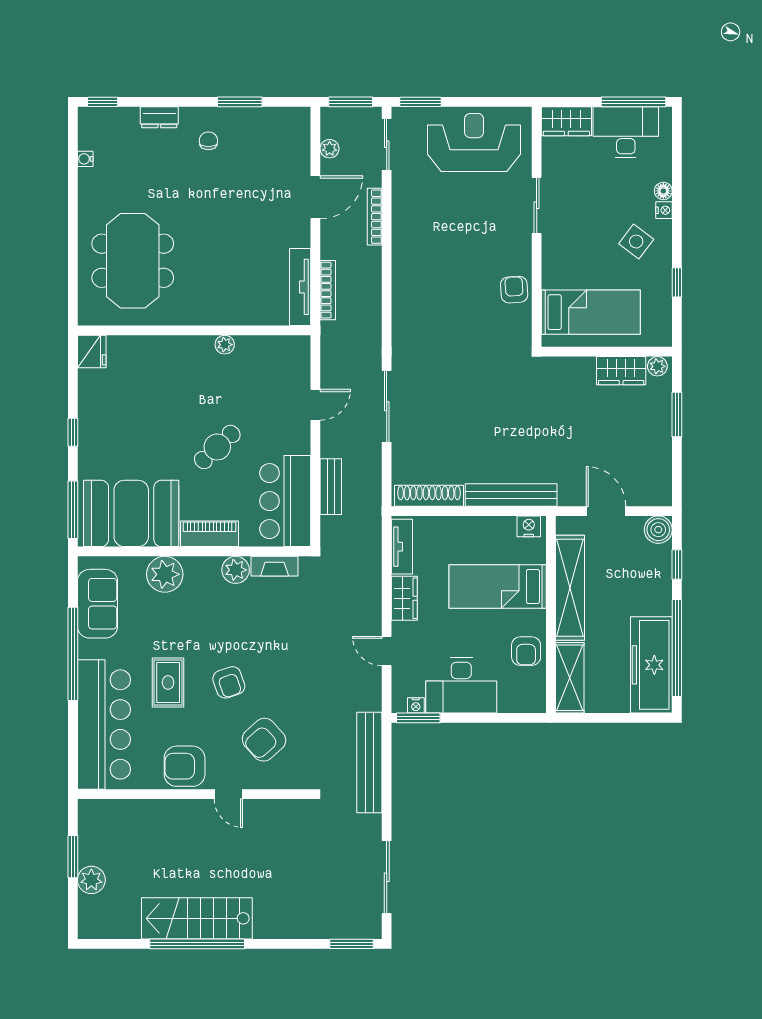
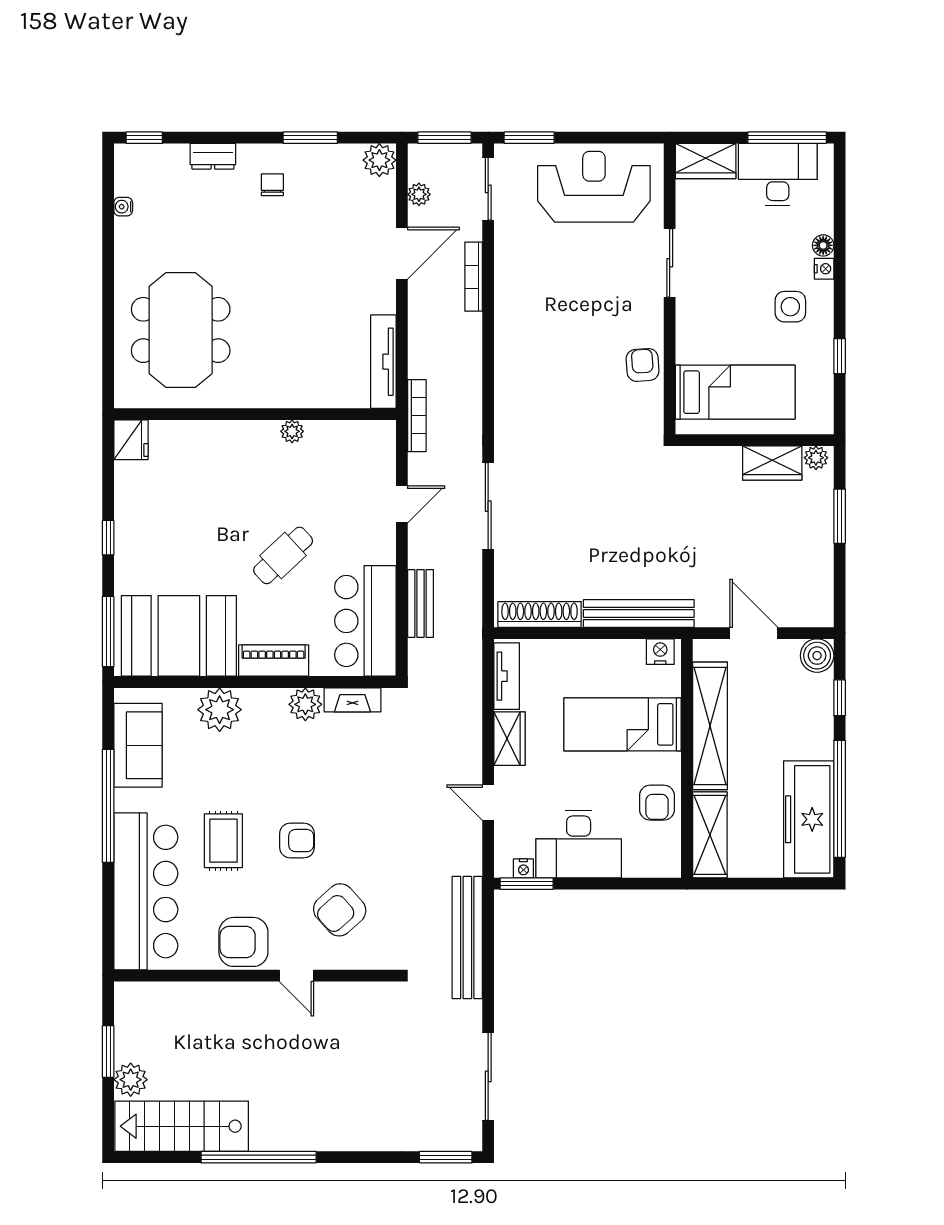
plant: (297, 120) -> (379, 160), added
side table: (636, 242) -> (790, 307), turned -37
bookcase: (328, 290) -> (417, 416), moved
armchair: (229, 682) -> (297, 841), turned -71
stairs: (197, 918) -> (182, 1126), moved

